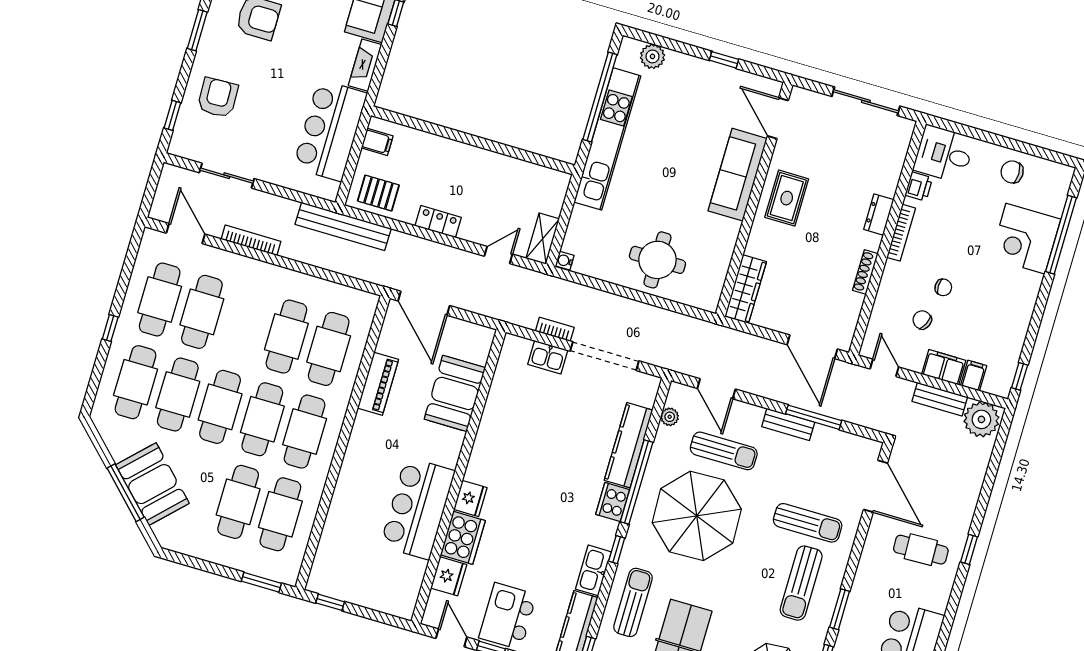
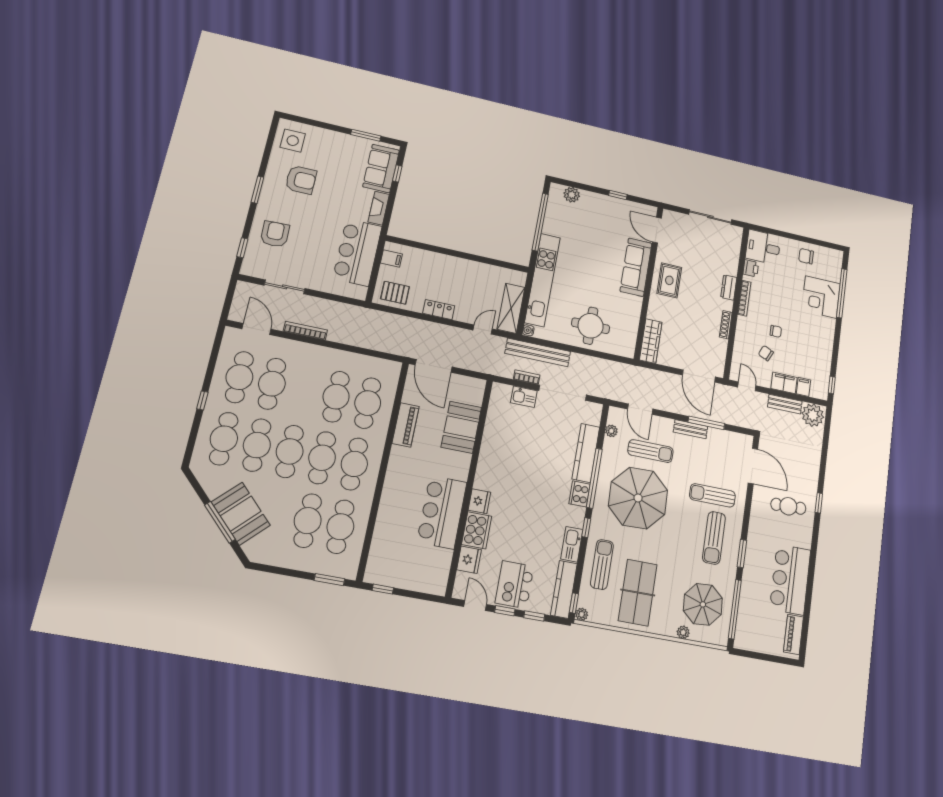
kitchen unit: (607, 139) -> (542, 280), moved
bench: (343, 226) -> (538, 352), moved
shelving: (543, 239) -> (511, 308), width x1.50, depth x1.33
sun lounger: (808, 523) -> (712, 495), turned 180

